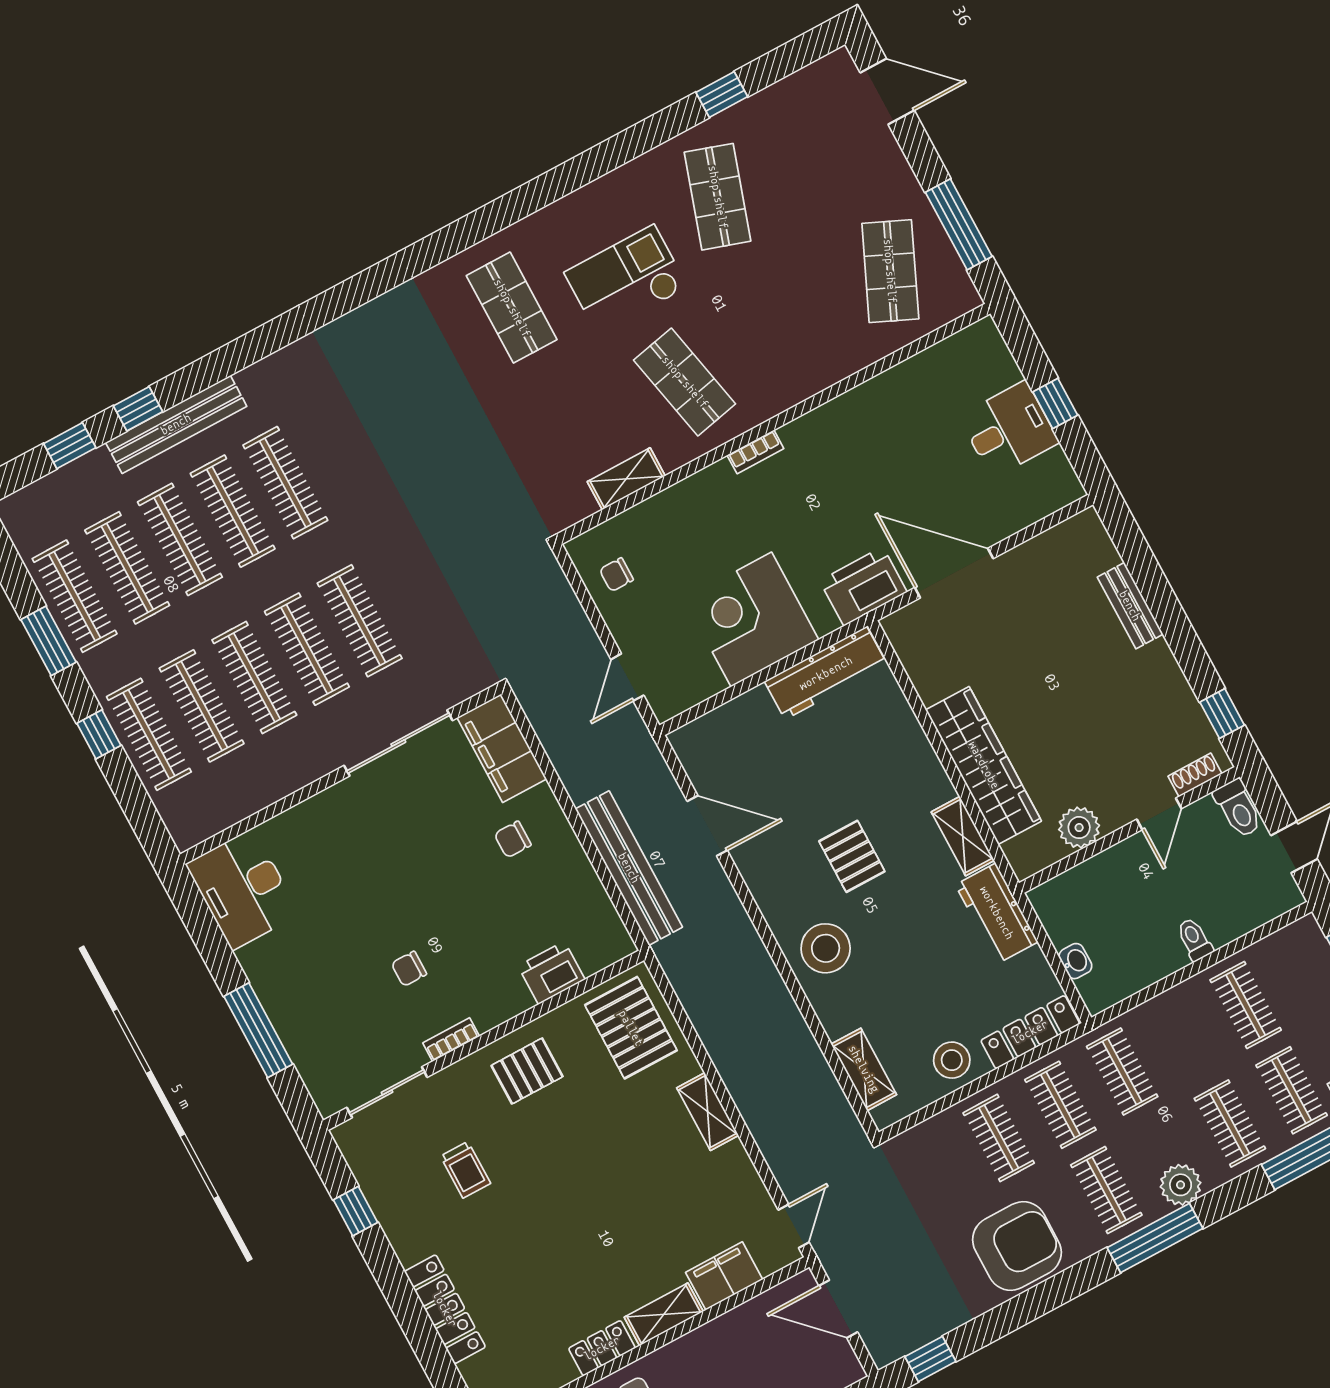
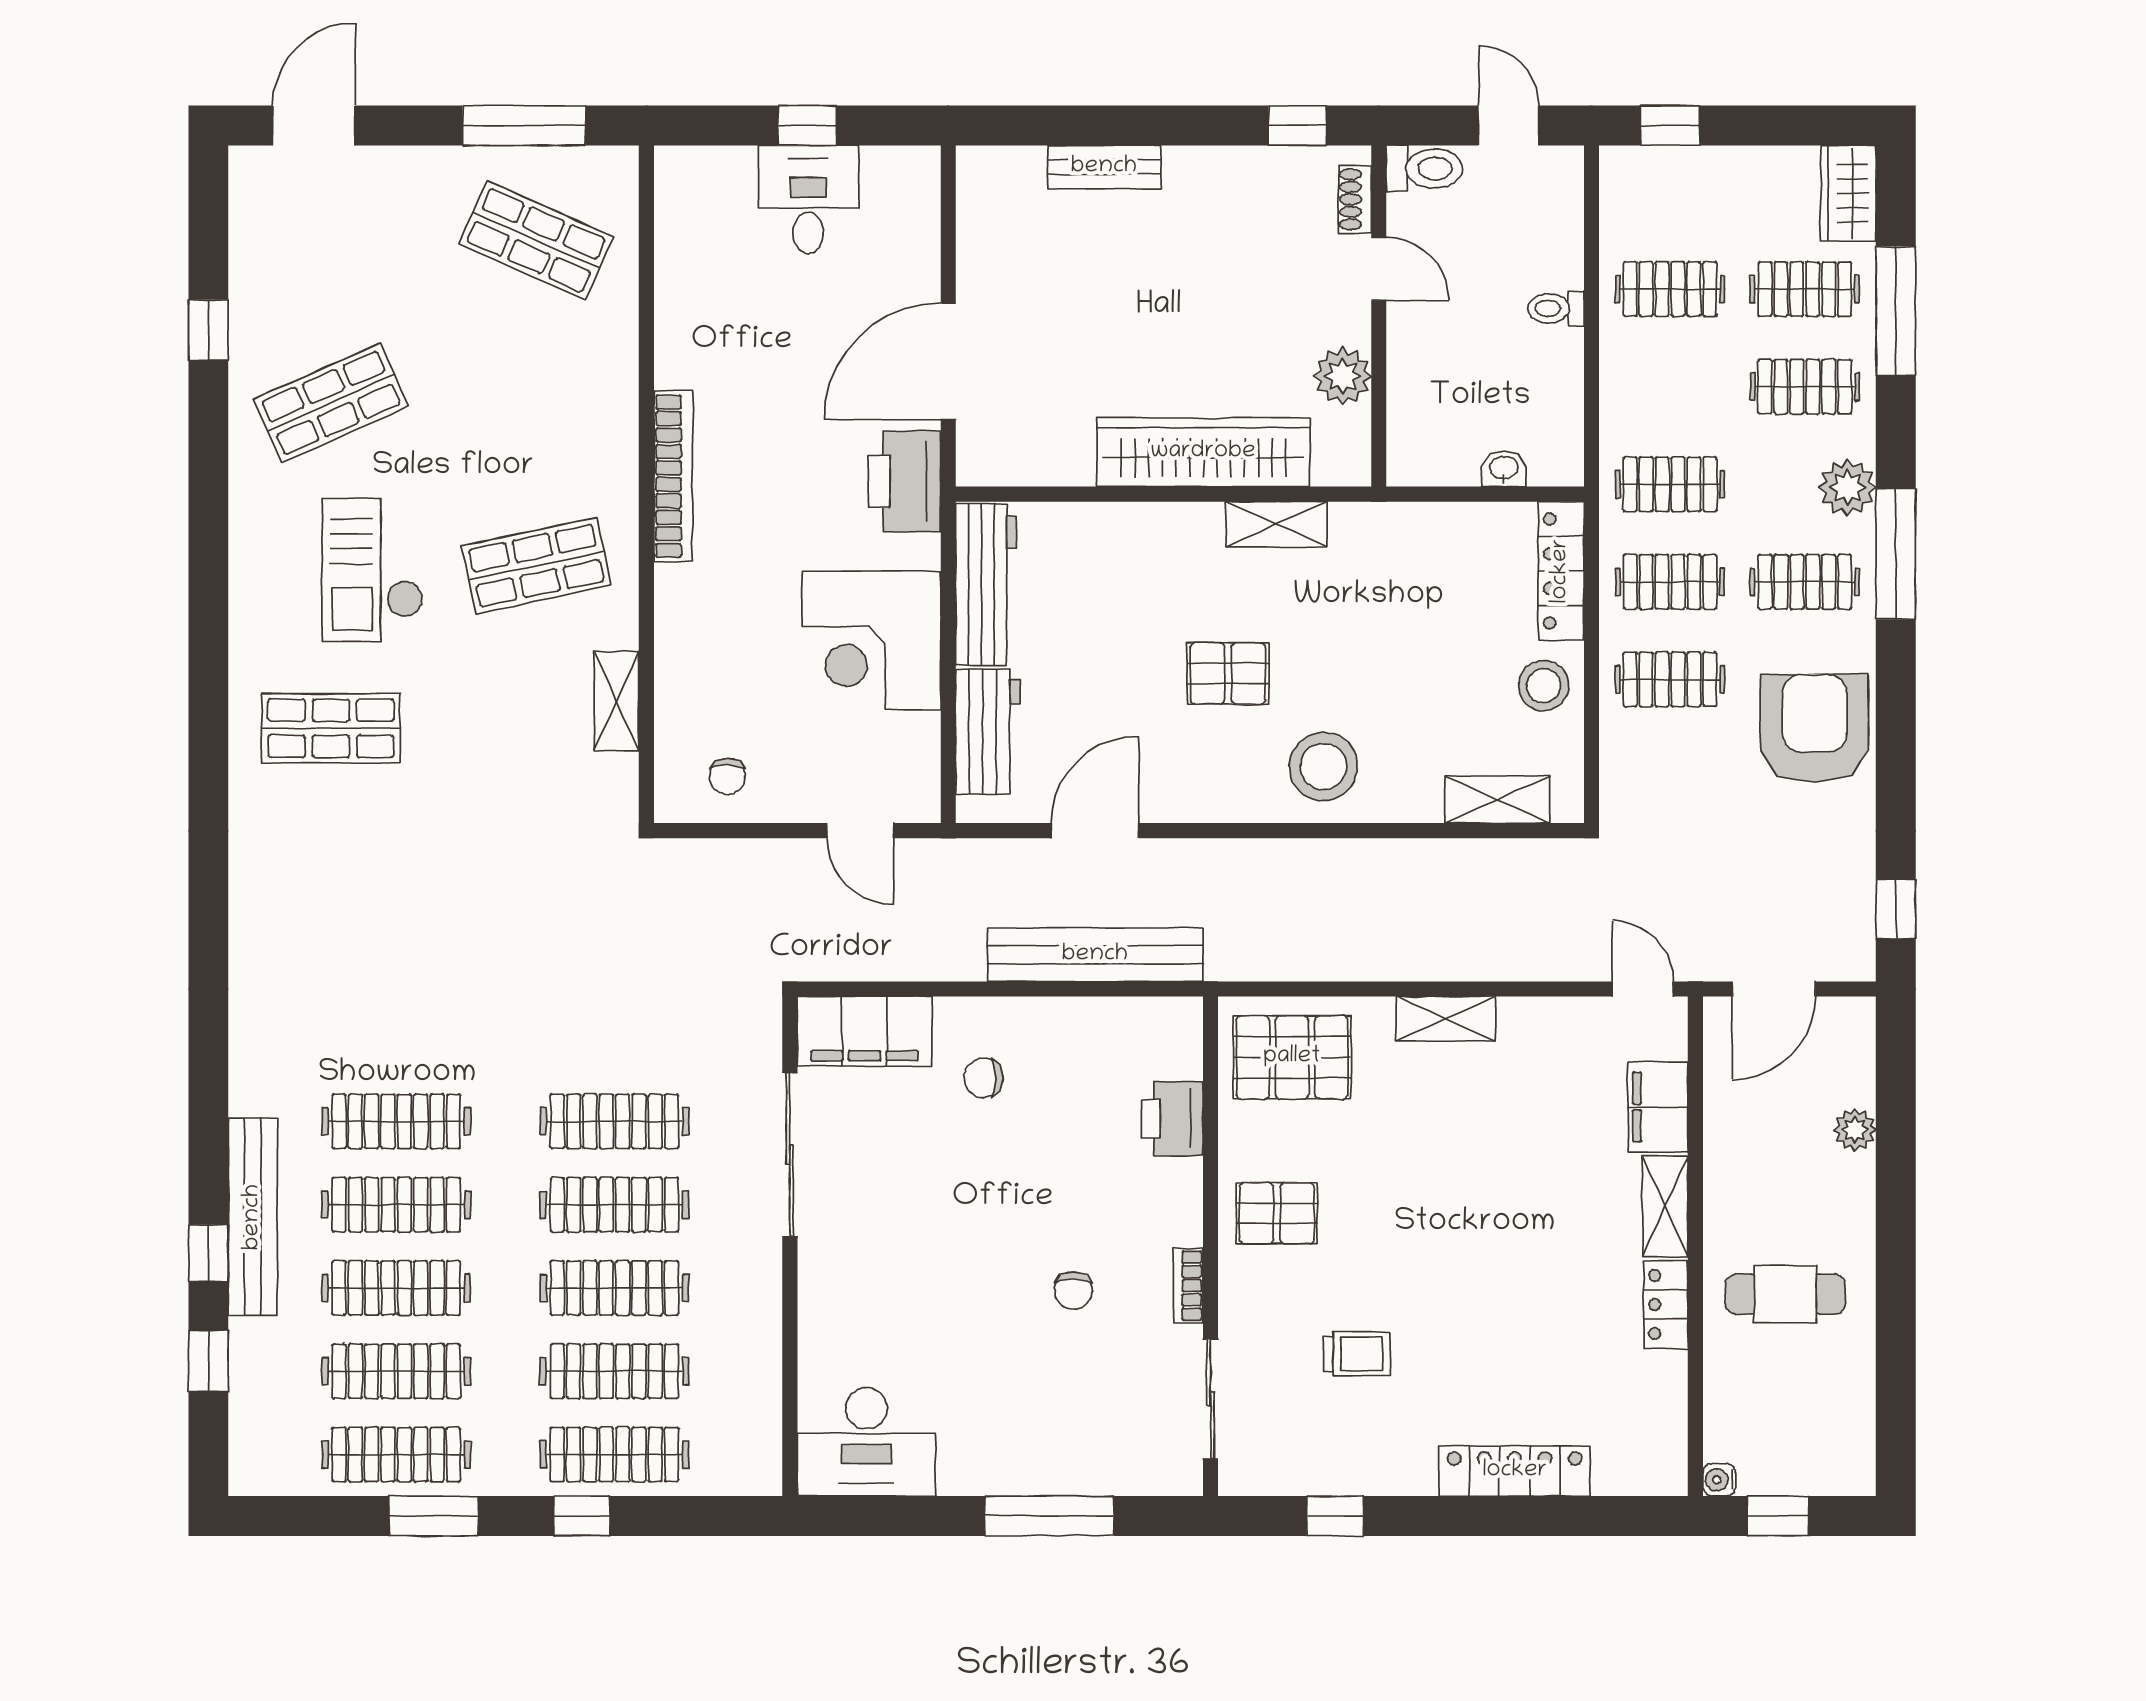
shop shelf: (718, 197) -> (331, 403), turned -42
bookcase: (755, 452) -> (673, 476), width x2.31, depth x1.31
chair: (513, 839) -> (983, 1078), turned 90
workbench: (997, 913) -> (988, 732), moved, turned -90
pallet: (527, 1071) -> (1277, 1213), turned 90

